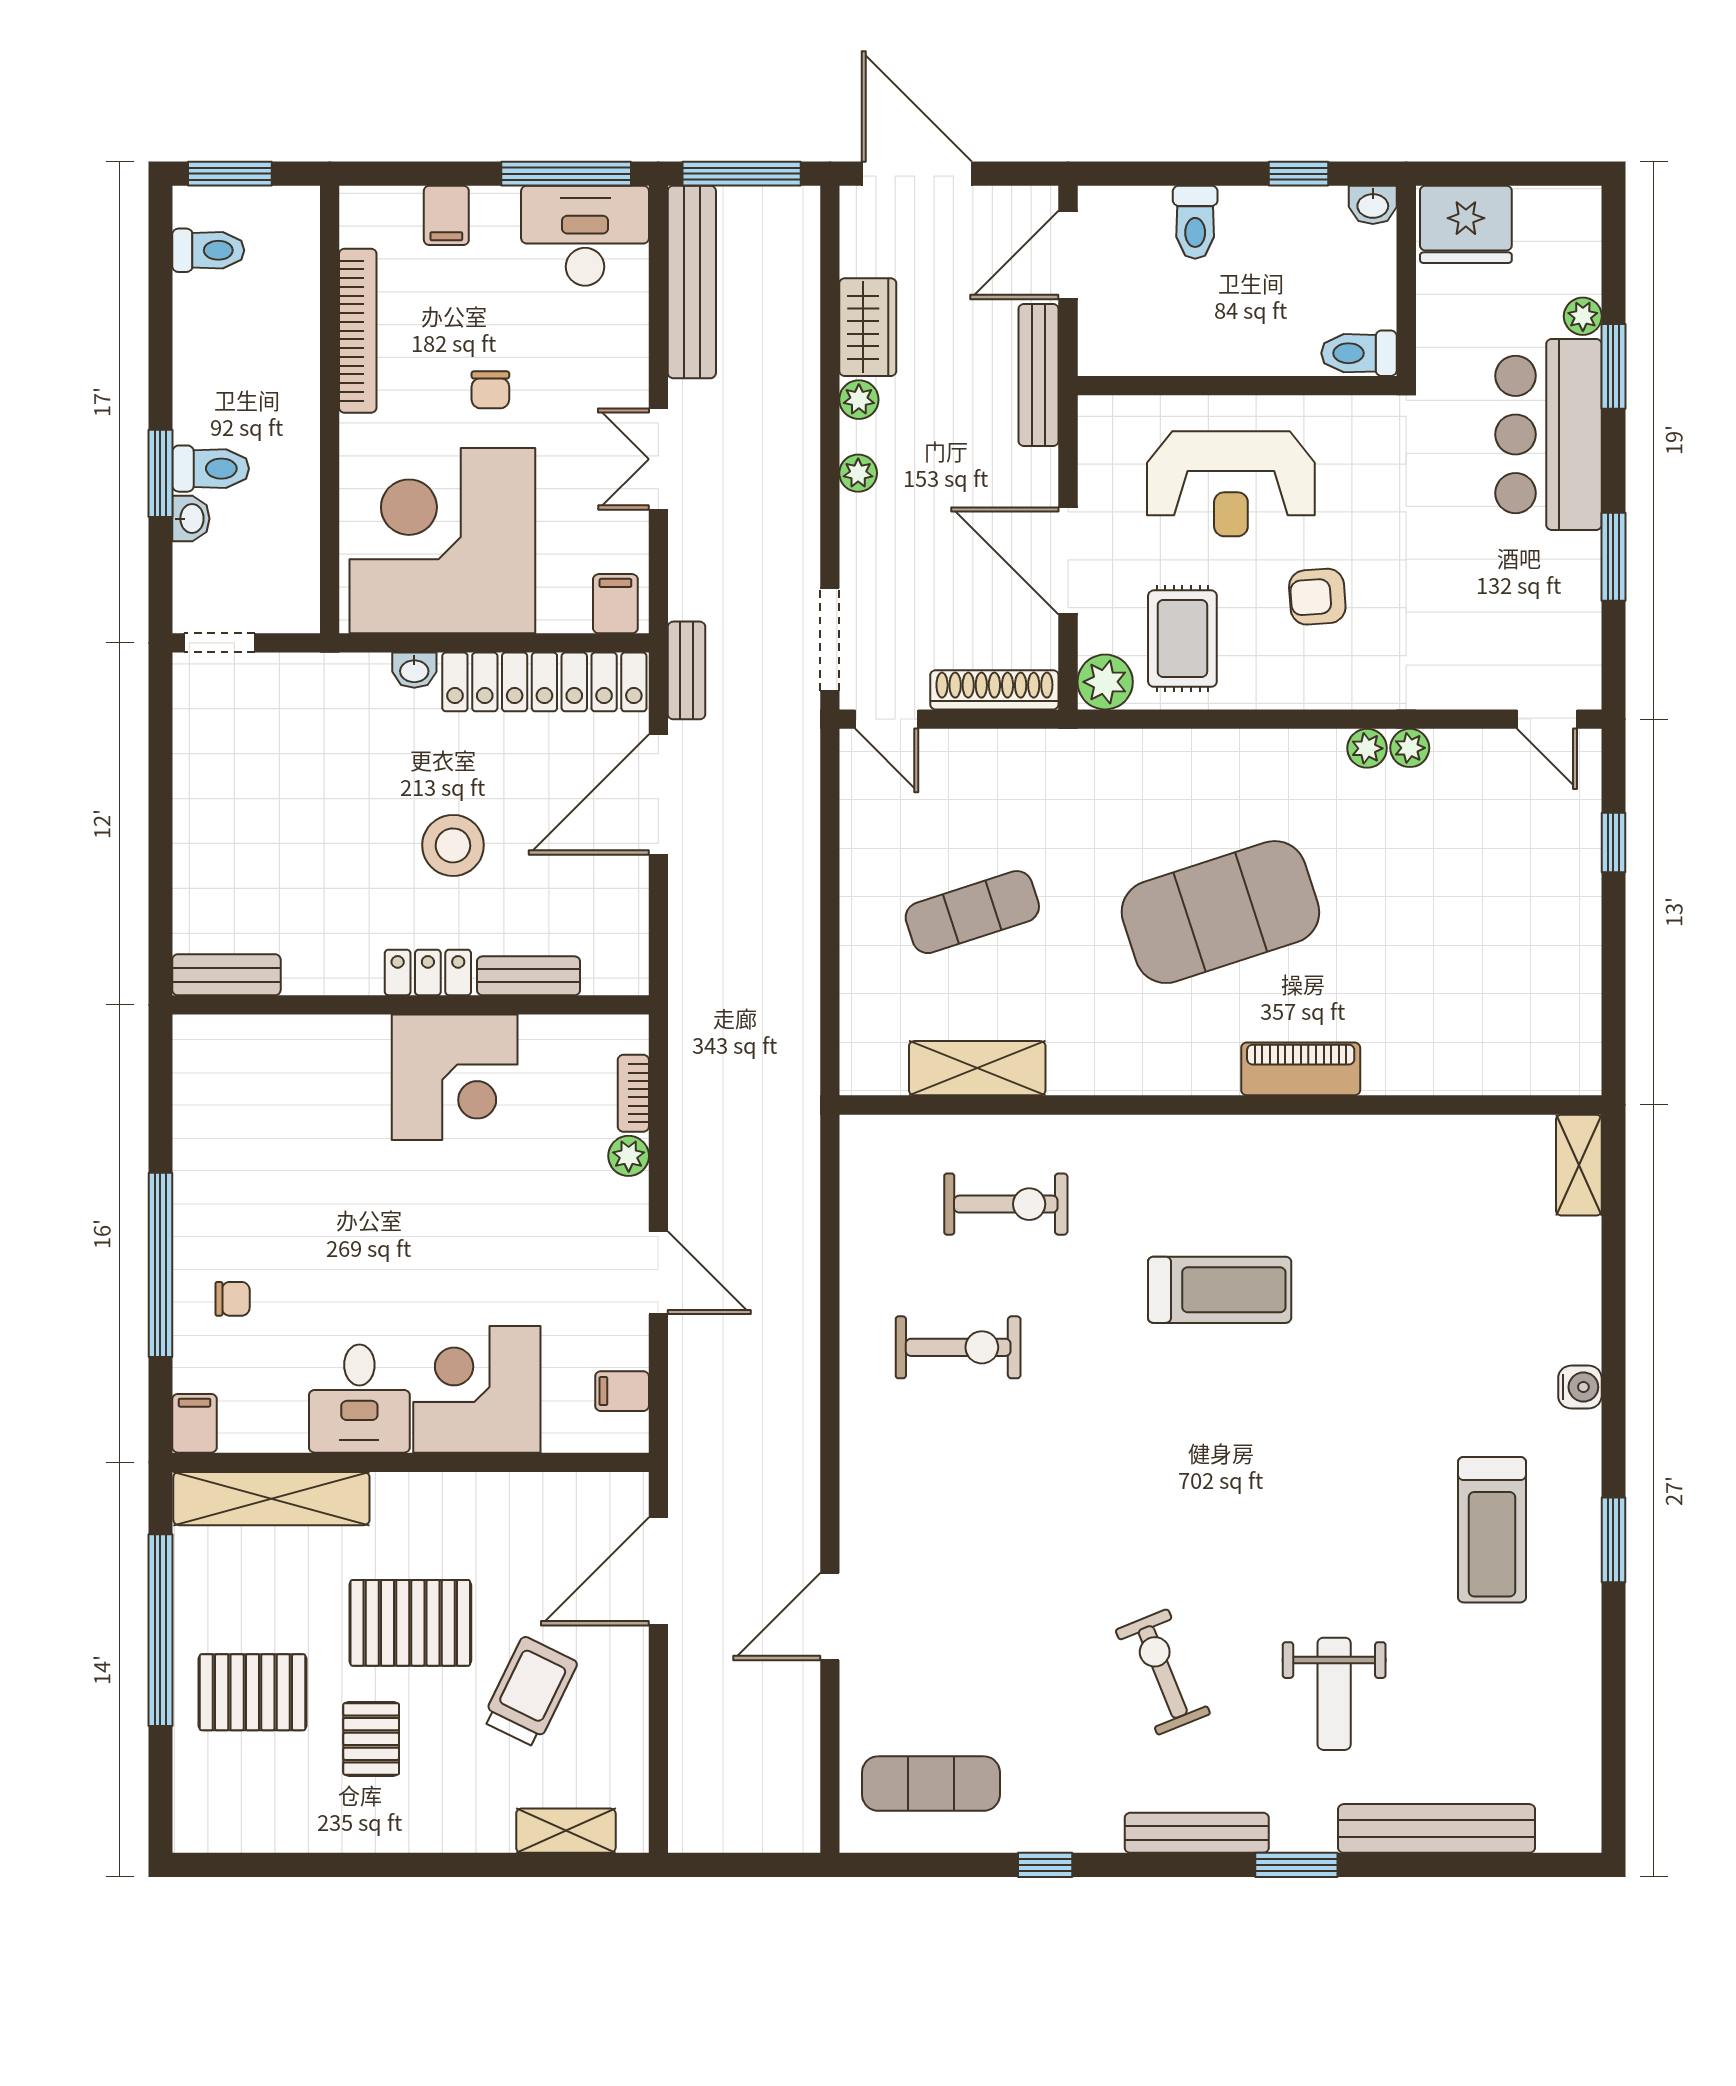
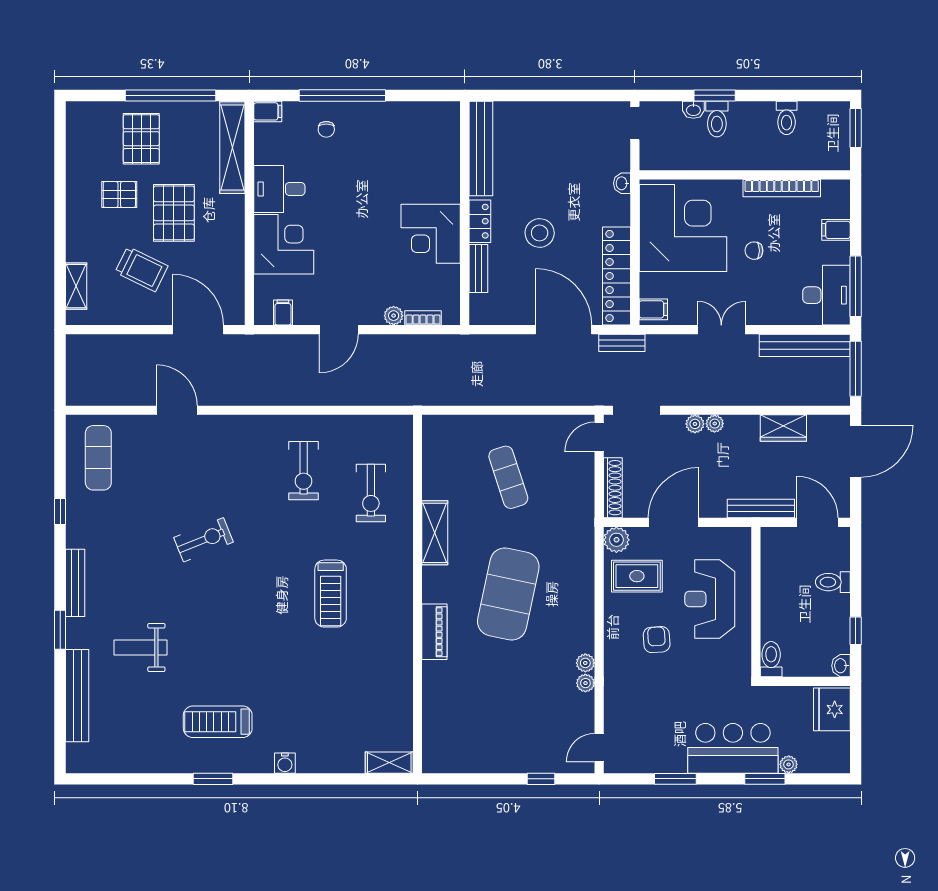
toilet: (208, 250) -> (787, 118), moved
plant: (859, 400) -> (695, 424), moved
washbasin: (414, 670) -> (622, 183), moved
exercise mat: (1220, 912) -> (508, 594), turned 30
bench: (226, 975) -> (481, 148), width x1.86, depth x1.21
shelving: (977, 1068) -> (435, 533), moved
exercise bike: (1163, 1672) -> (203, 540), moved

